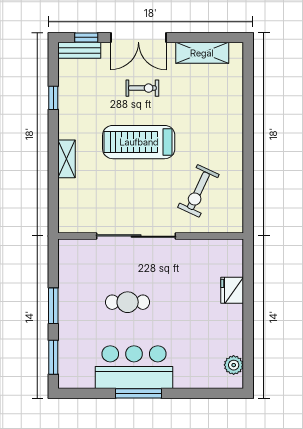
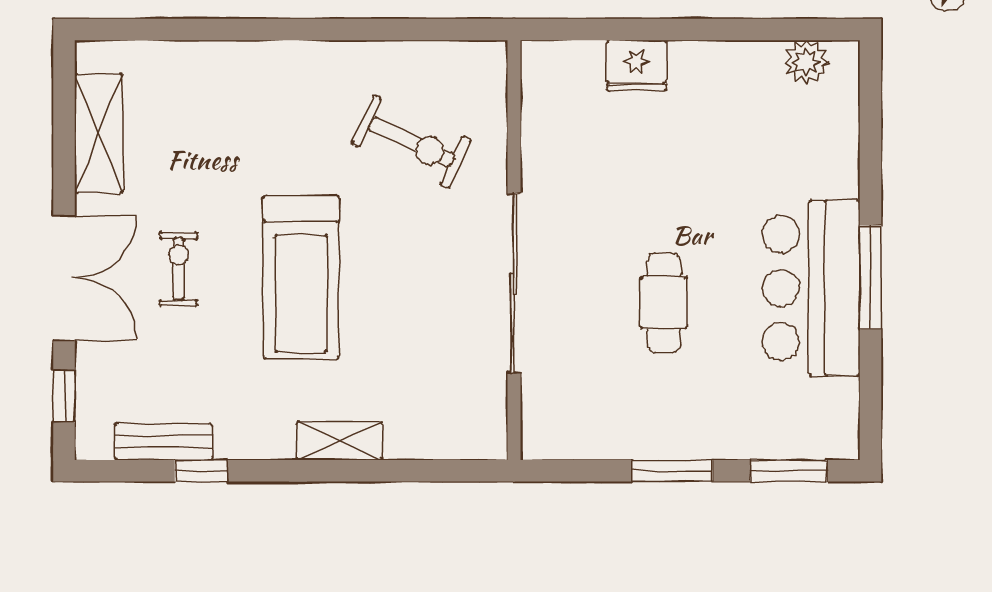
bench: (79, 50) -> (164, 442), moved, turned 90

